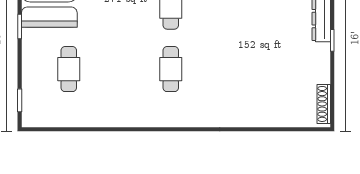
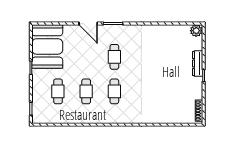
cafe table: (120, 69) -> (86, 91), added

